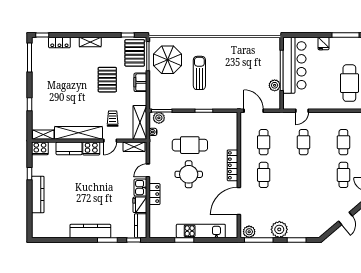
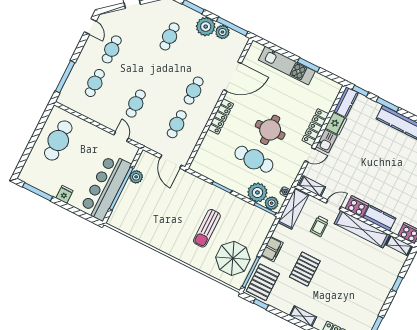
door: (302, 111) -> (121, 137), hinge flipped
plant: (174, 121) -> (257, 192), added
locker: (155, 194) -> (315, 127), width x1.53
cafe table: (304, 208) -> (170, 36), added
plant: (249, 232) -> (222, 32), moved

